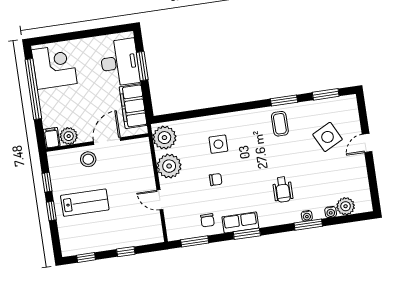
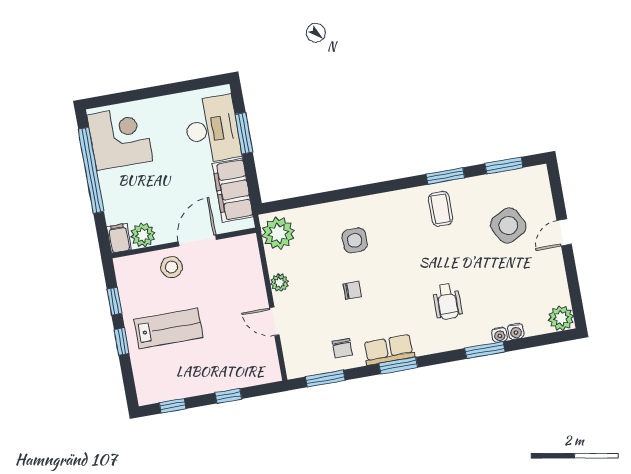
plant: (169, 166) -> (280, 283), width x0.53, depth x0.53
plant: (346, 206) -> (561, 318), moved
water cooler: (307, 216) -> (500, 335), moved

